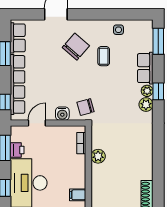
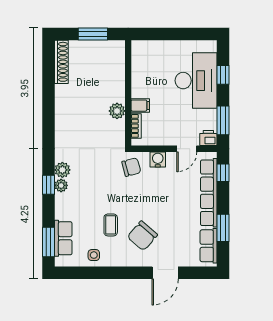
row of seats: (145, 68) -> (63, 238), moved
printer: (17, 150) -> (208, 138), moved, turned 90
filing cabinet: (78, 195) -> (140, 106), moved

